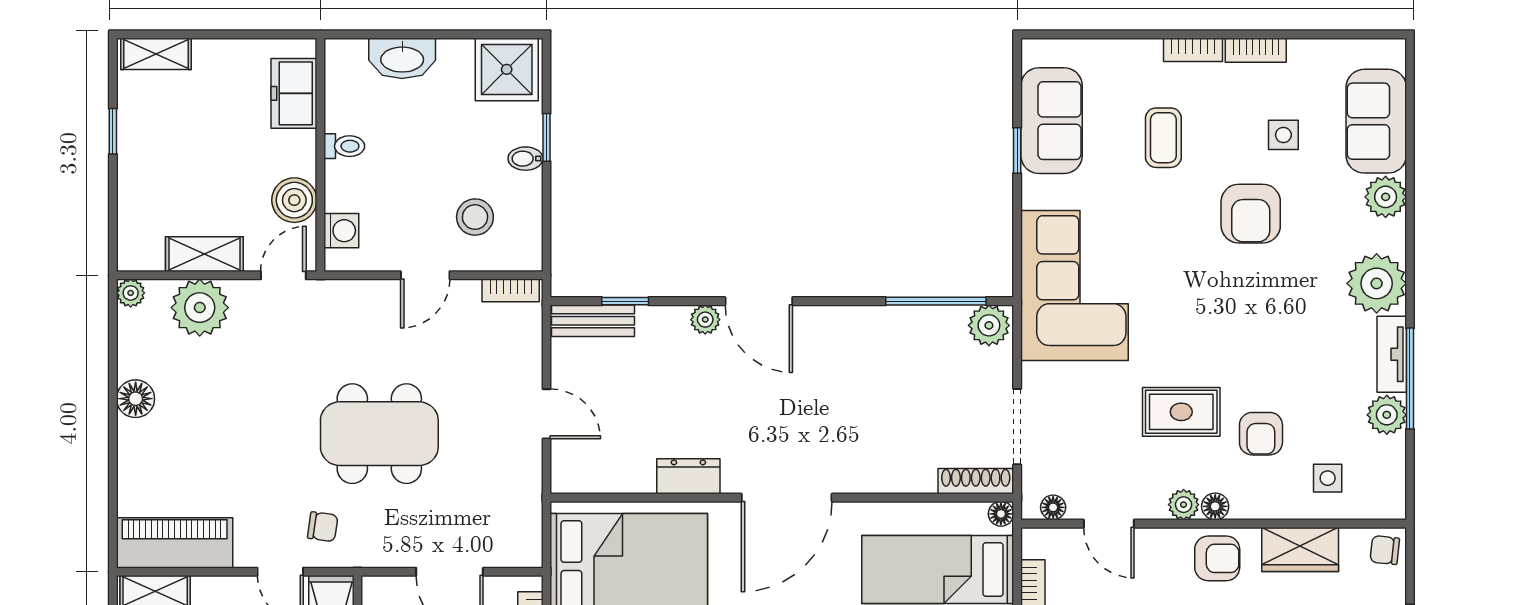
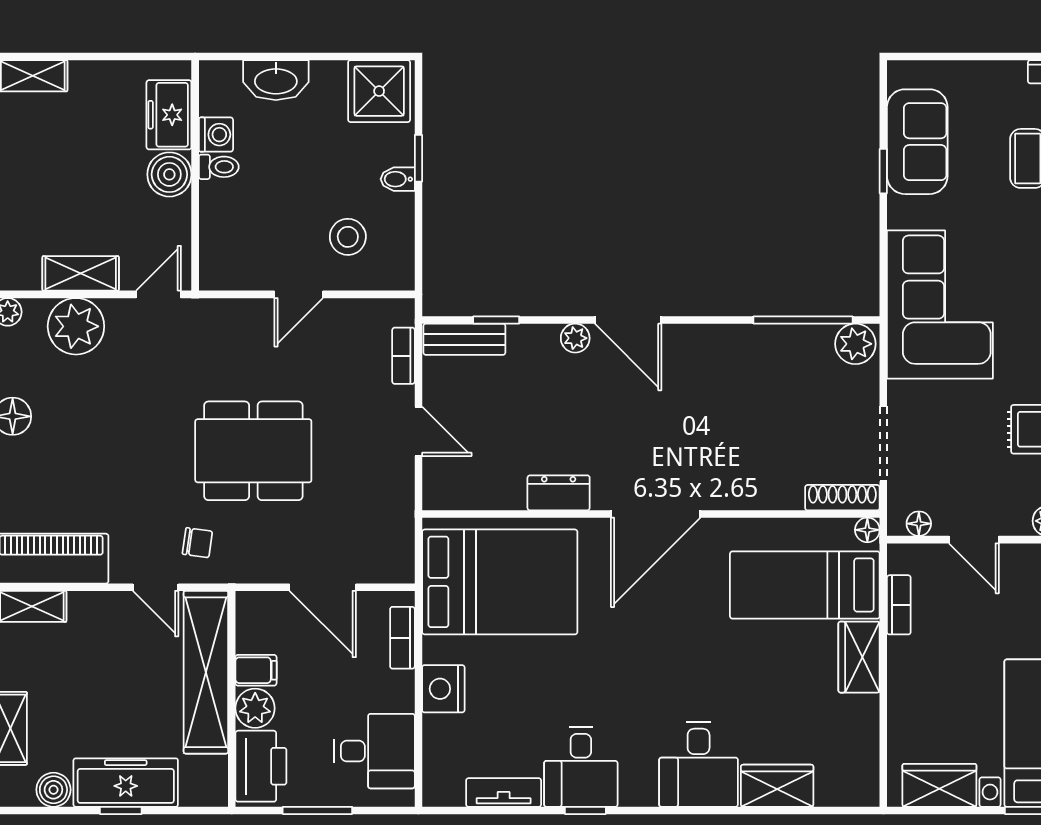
boiler: (294, 200) -> (169, 174), moved
washing machine: (341, 231) -> (216, 135), moved
bookcase: (511, 290) -> (404, 356), moved, turned 90

